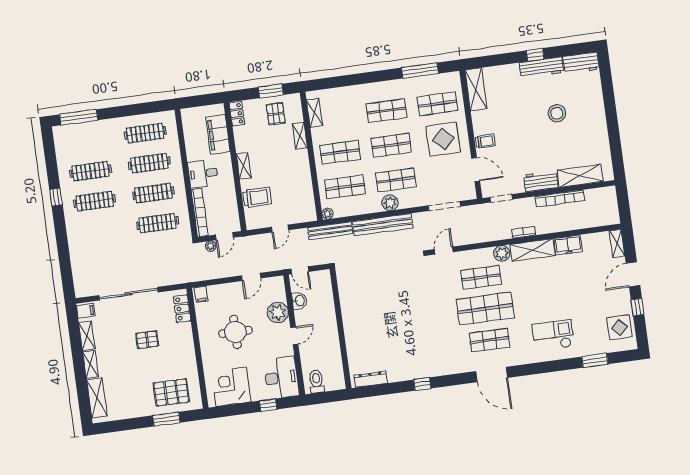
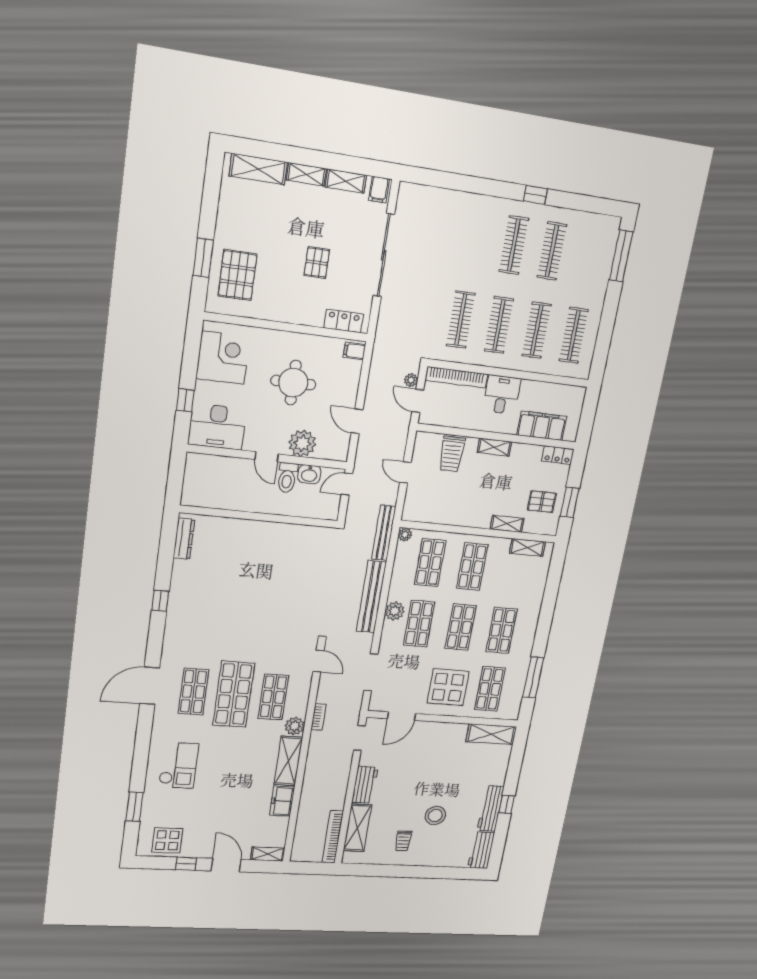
trolley: (485, 141) -> (403, 841), moved
bookcase: (560, 199) -> (333, 837), moved
bookcase: (523, 232) -> (318, 717), moved
toilet: (316, 381) -> (287, 478), moved, turned 90

